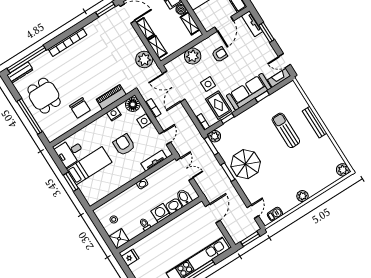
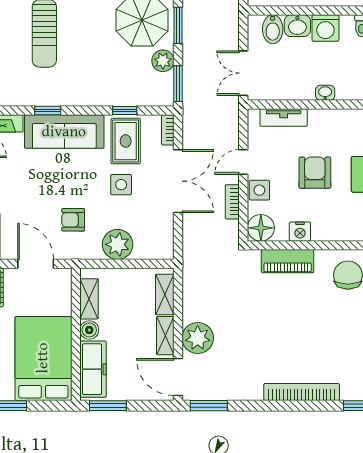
door: (224, 24) -> (36, 264), hinge flipped
plant: (144, 59) -> (198, 338), moved
double door: (174, 86) -> (178, 181), moved
plant: (215, 136) -> (163, 61), moved
door: (165, 138) -> (243, 162), moved
armchair: (124, 145) -> (315, 173), turned 180

